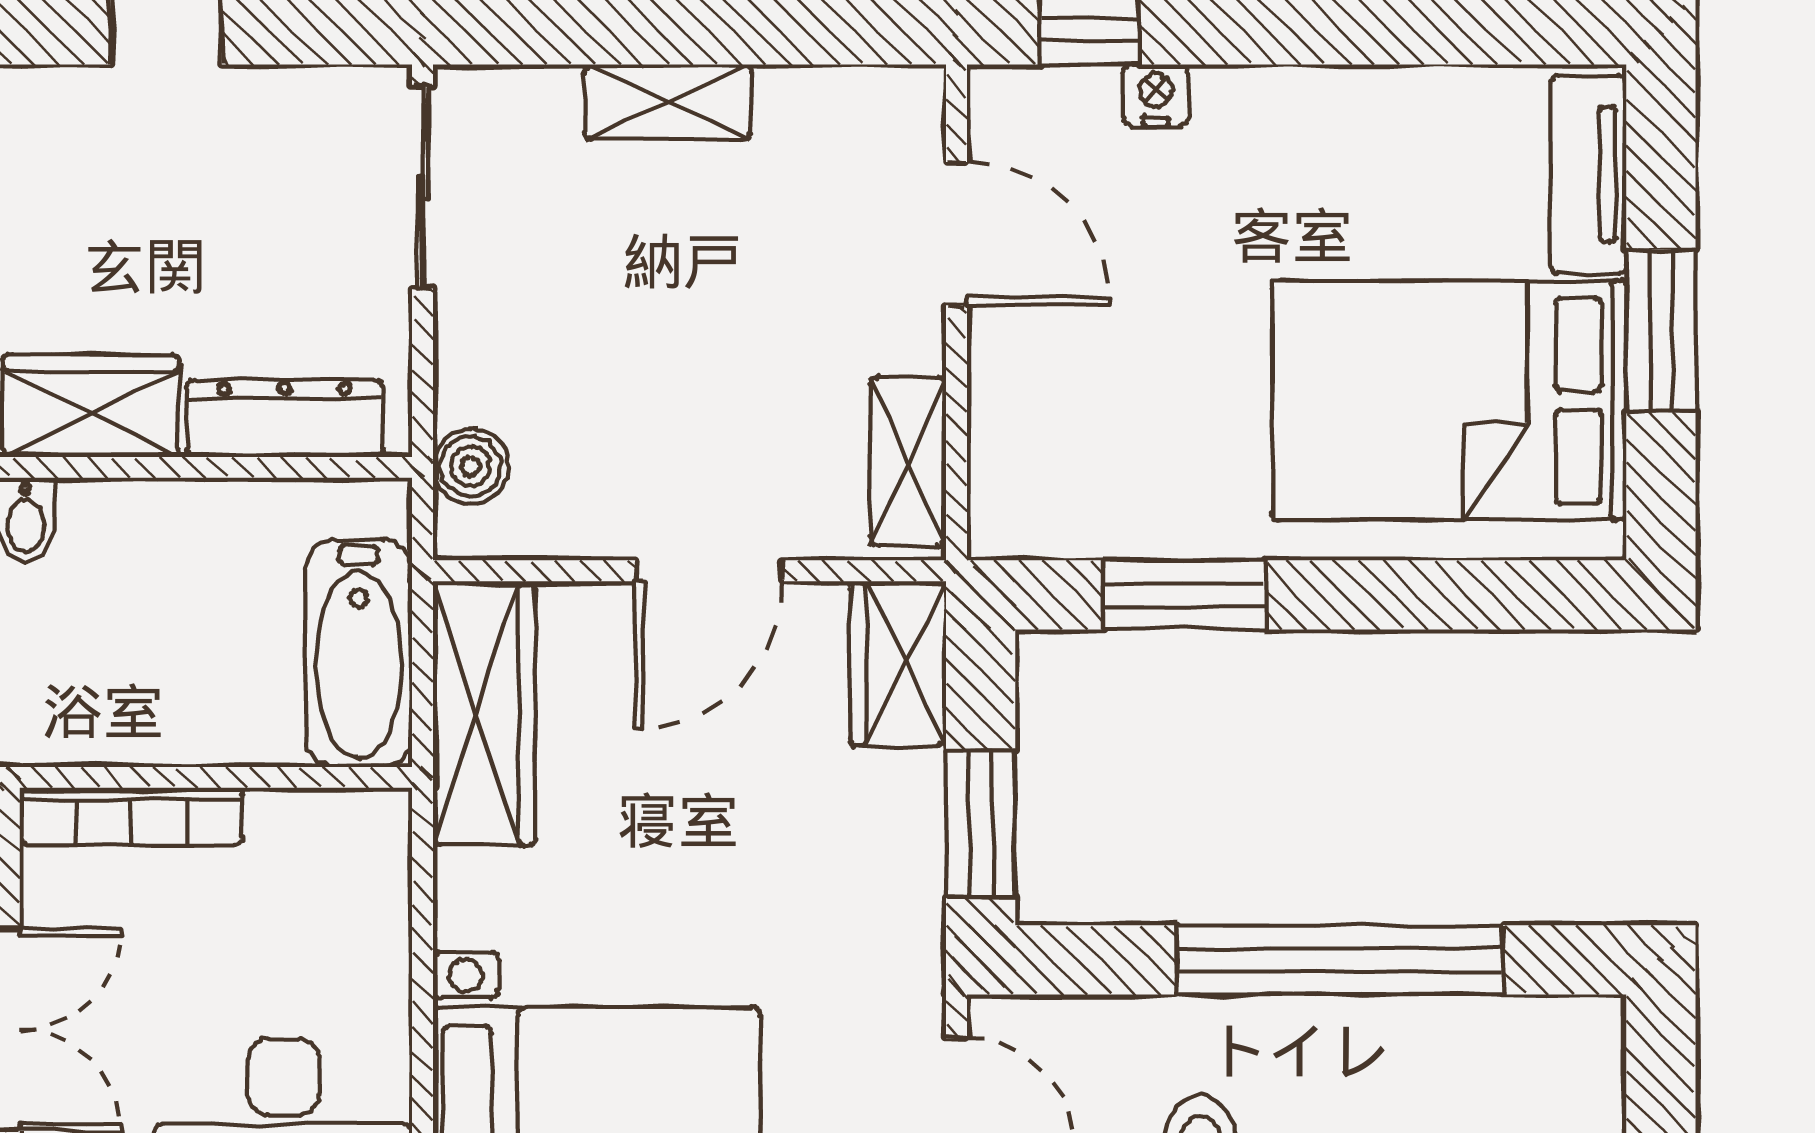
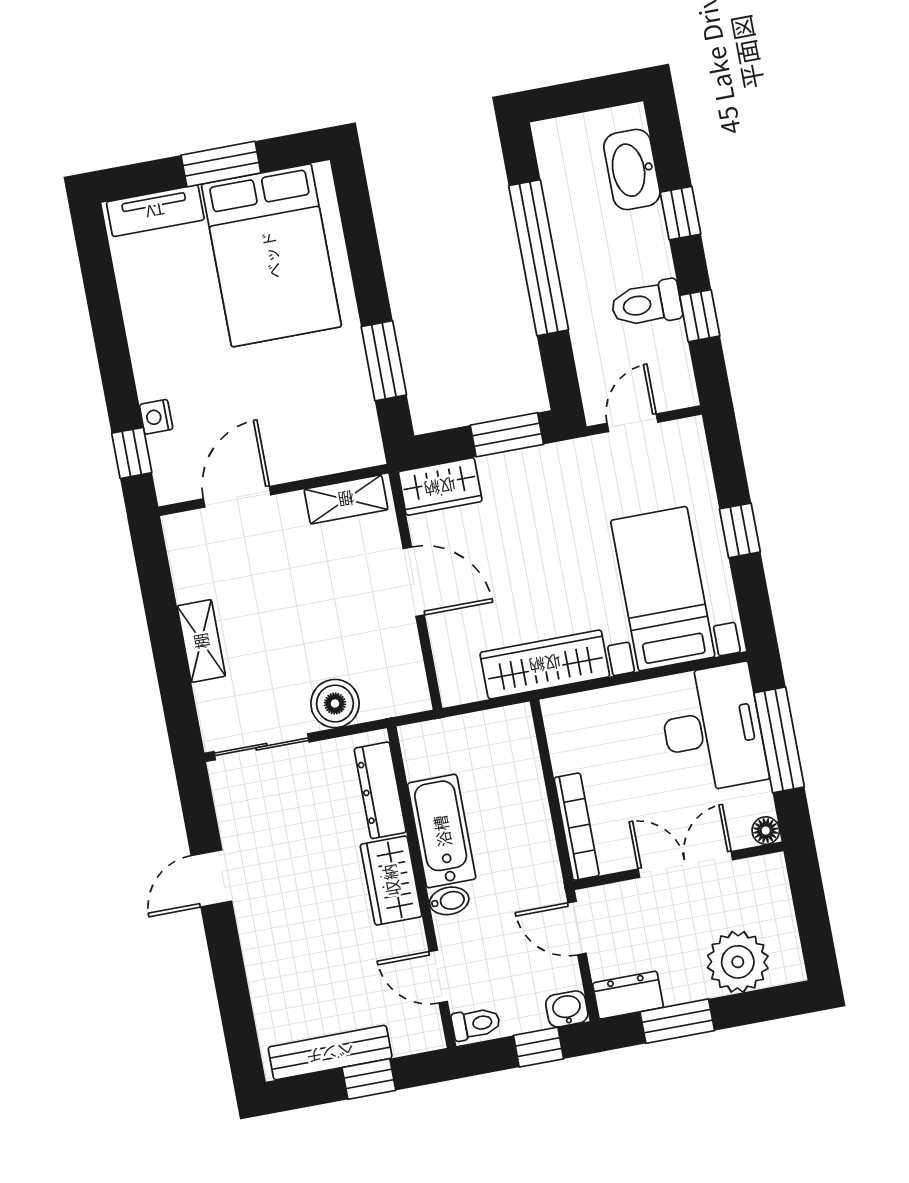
boiler: (471, 466) -> (335, 704), moved, width x1.36, depth x1.36
bathtub: (359, 653) -> (442, 831), moved, turned -90
wardrobe: (484, 713) -> (545, 664), moved

